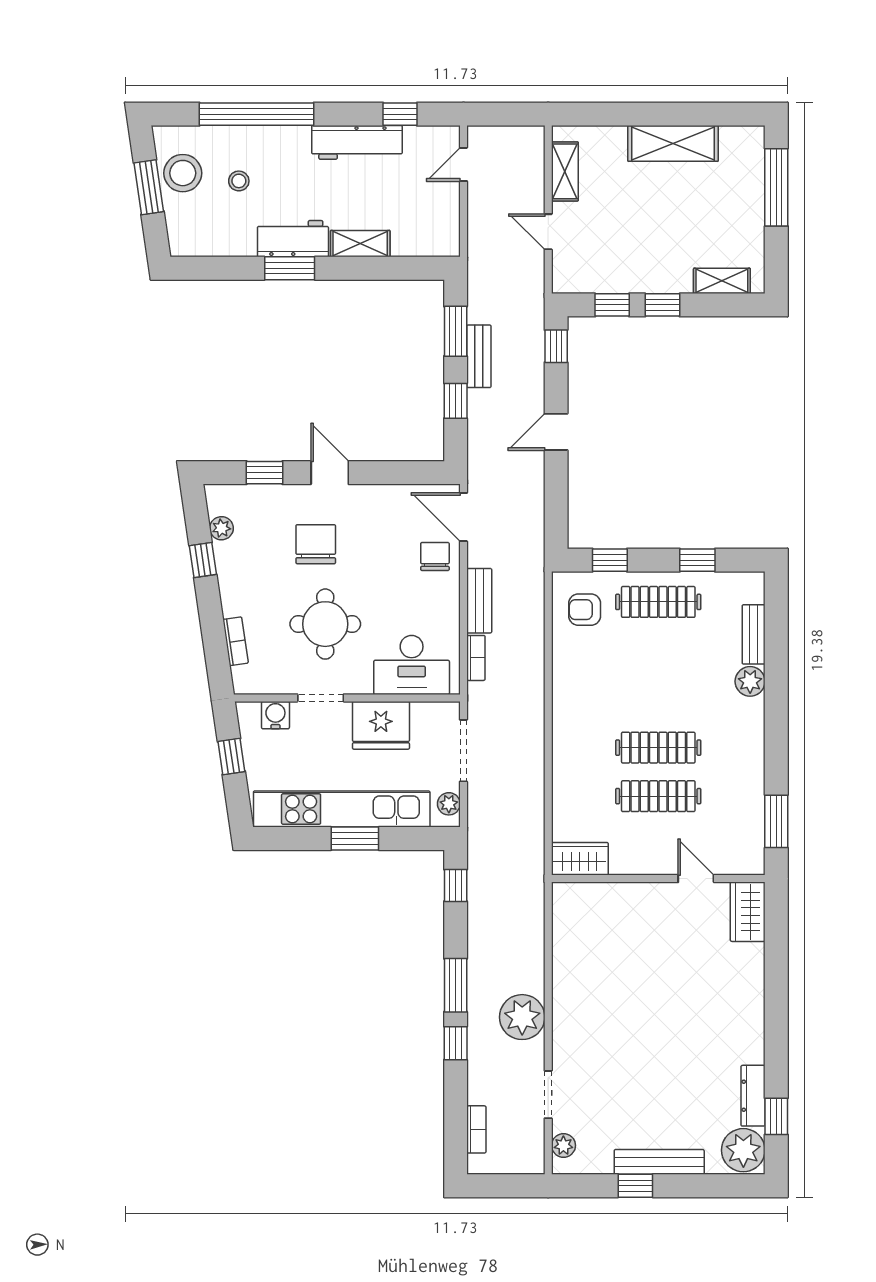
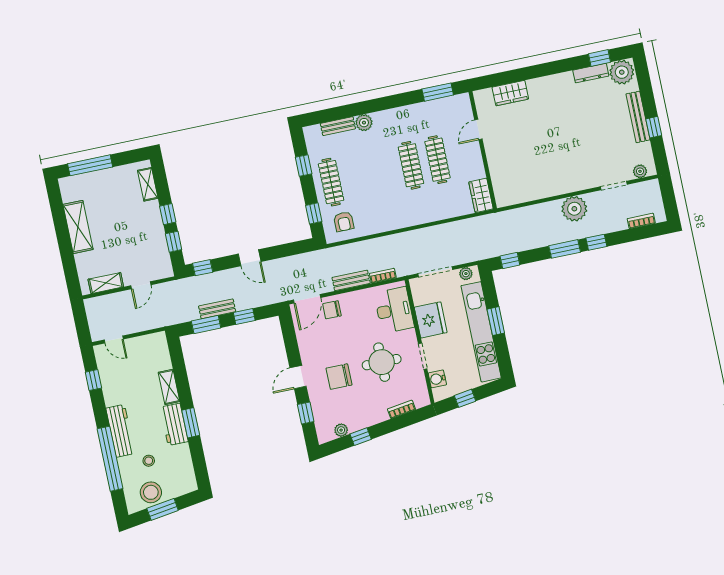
workbench: (357, 142) -> (120, 431), moved
wardrobe: (748, 912) -> (510, 93), moved

